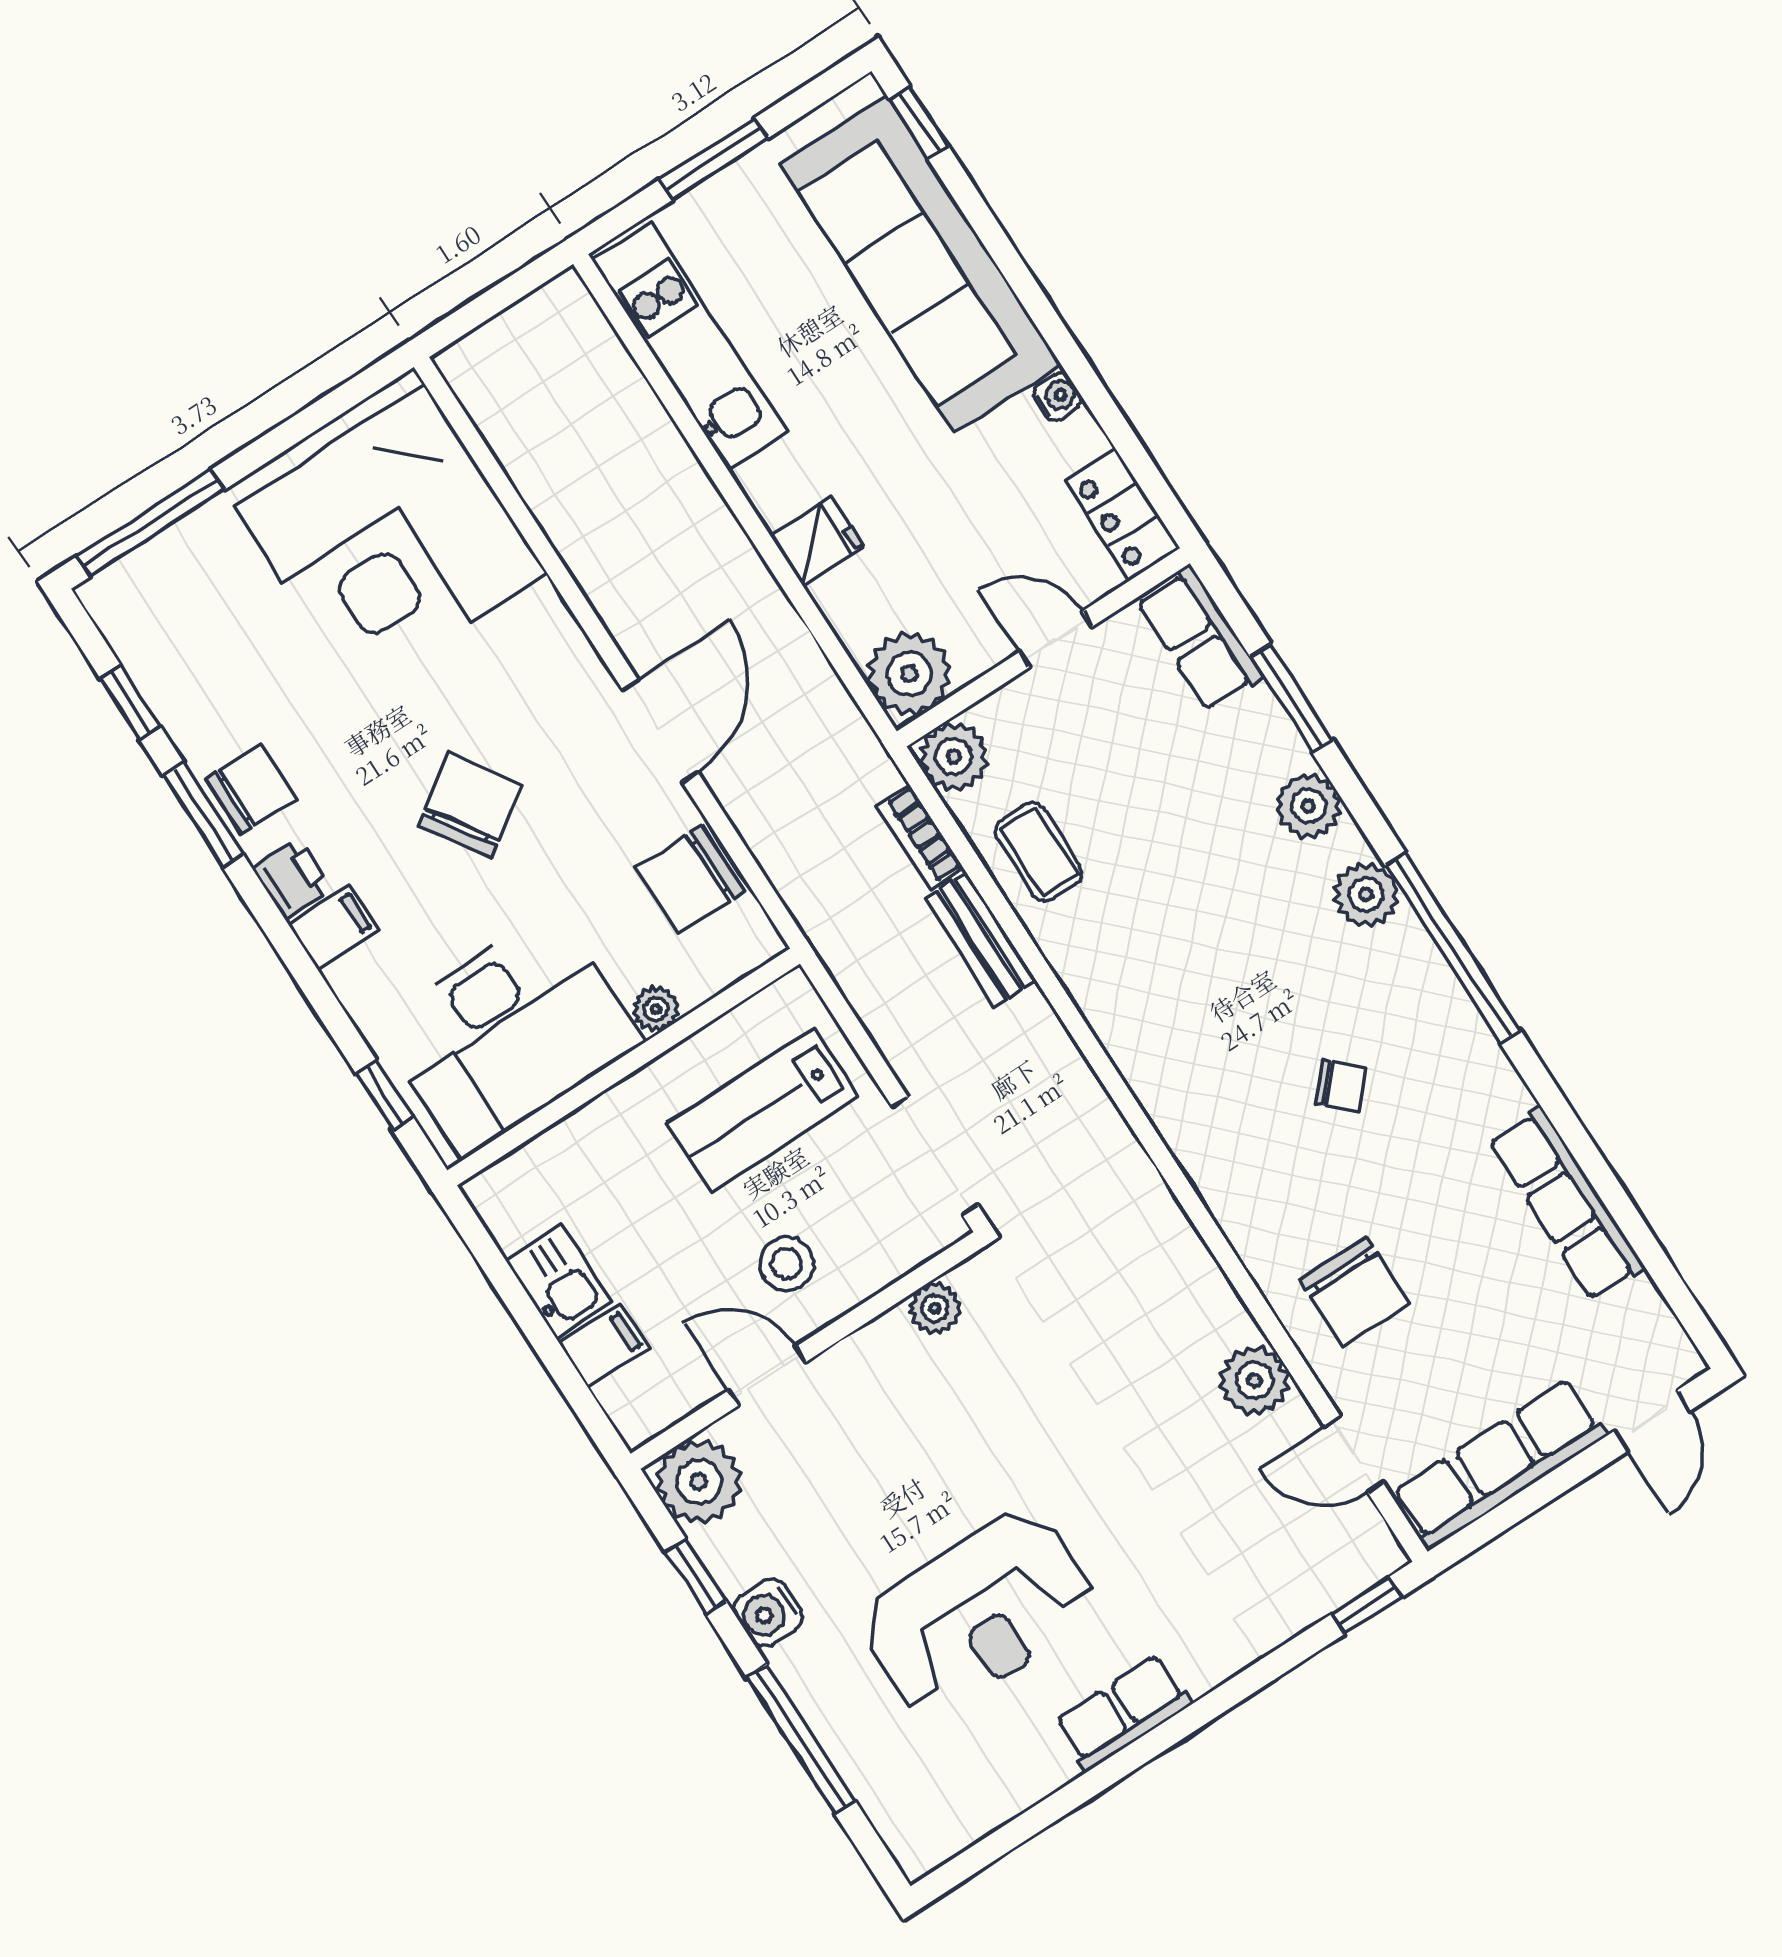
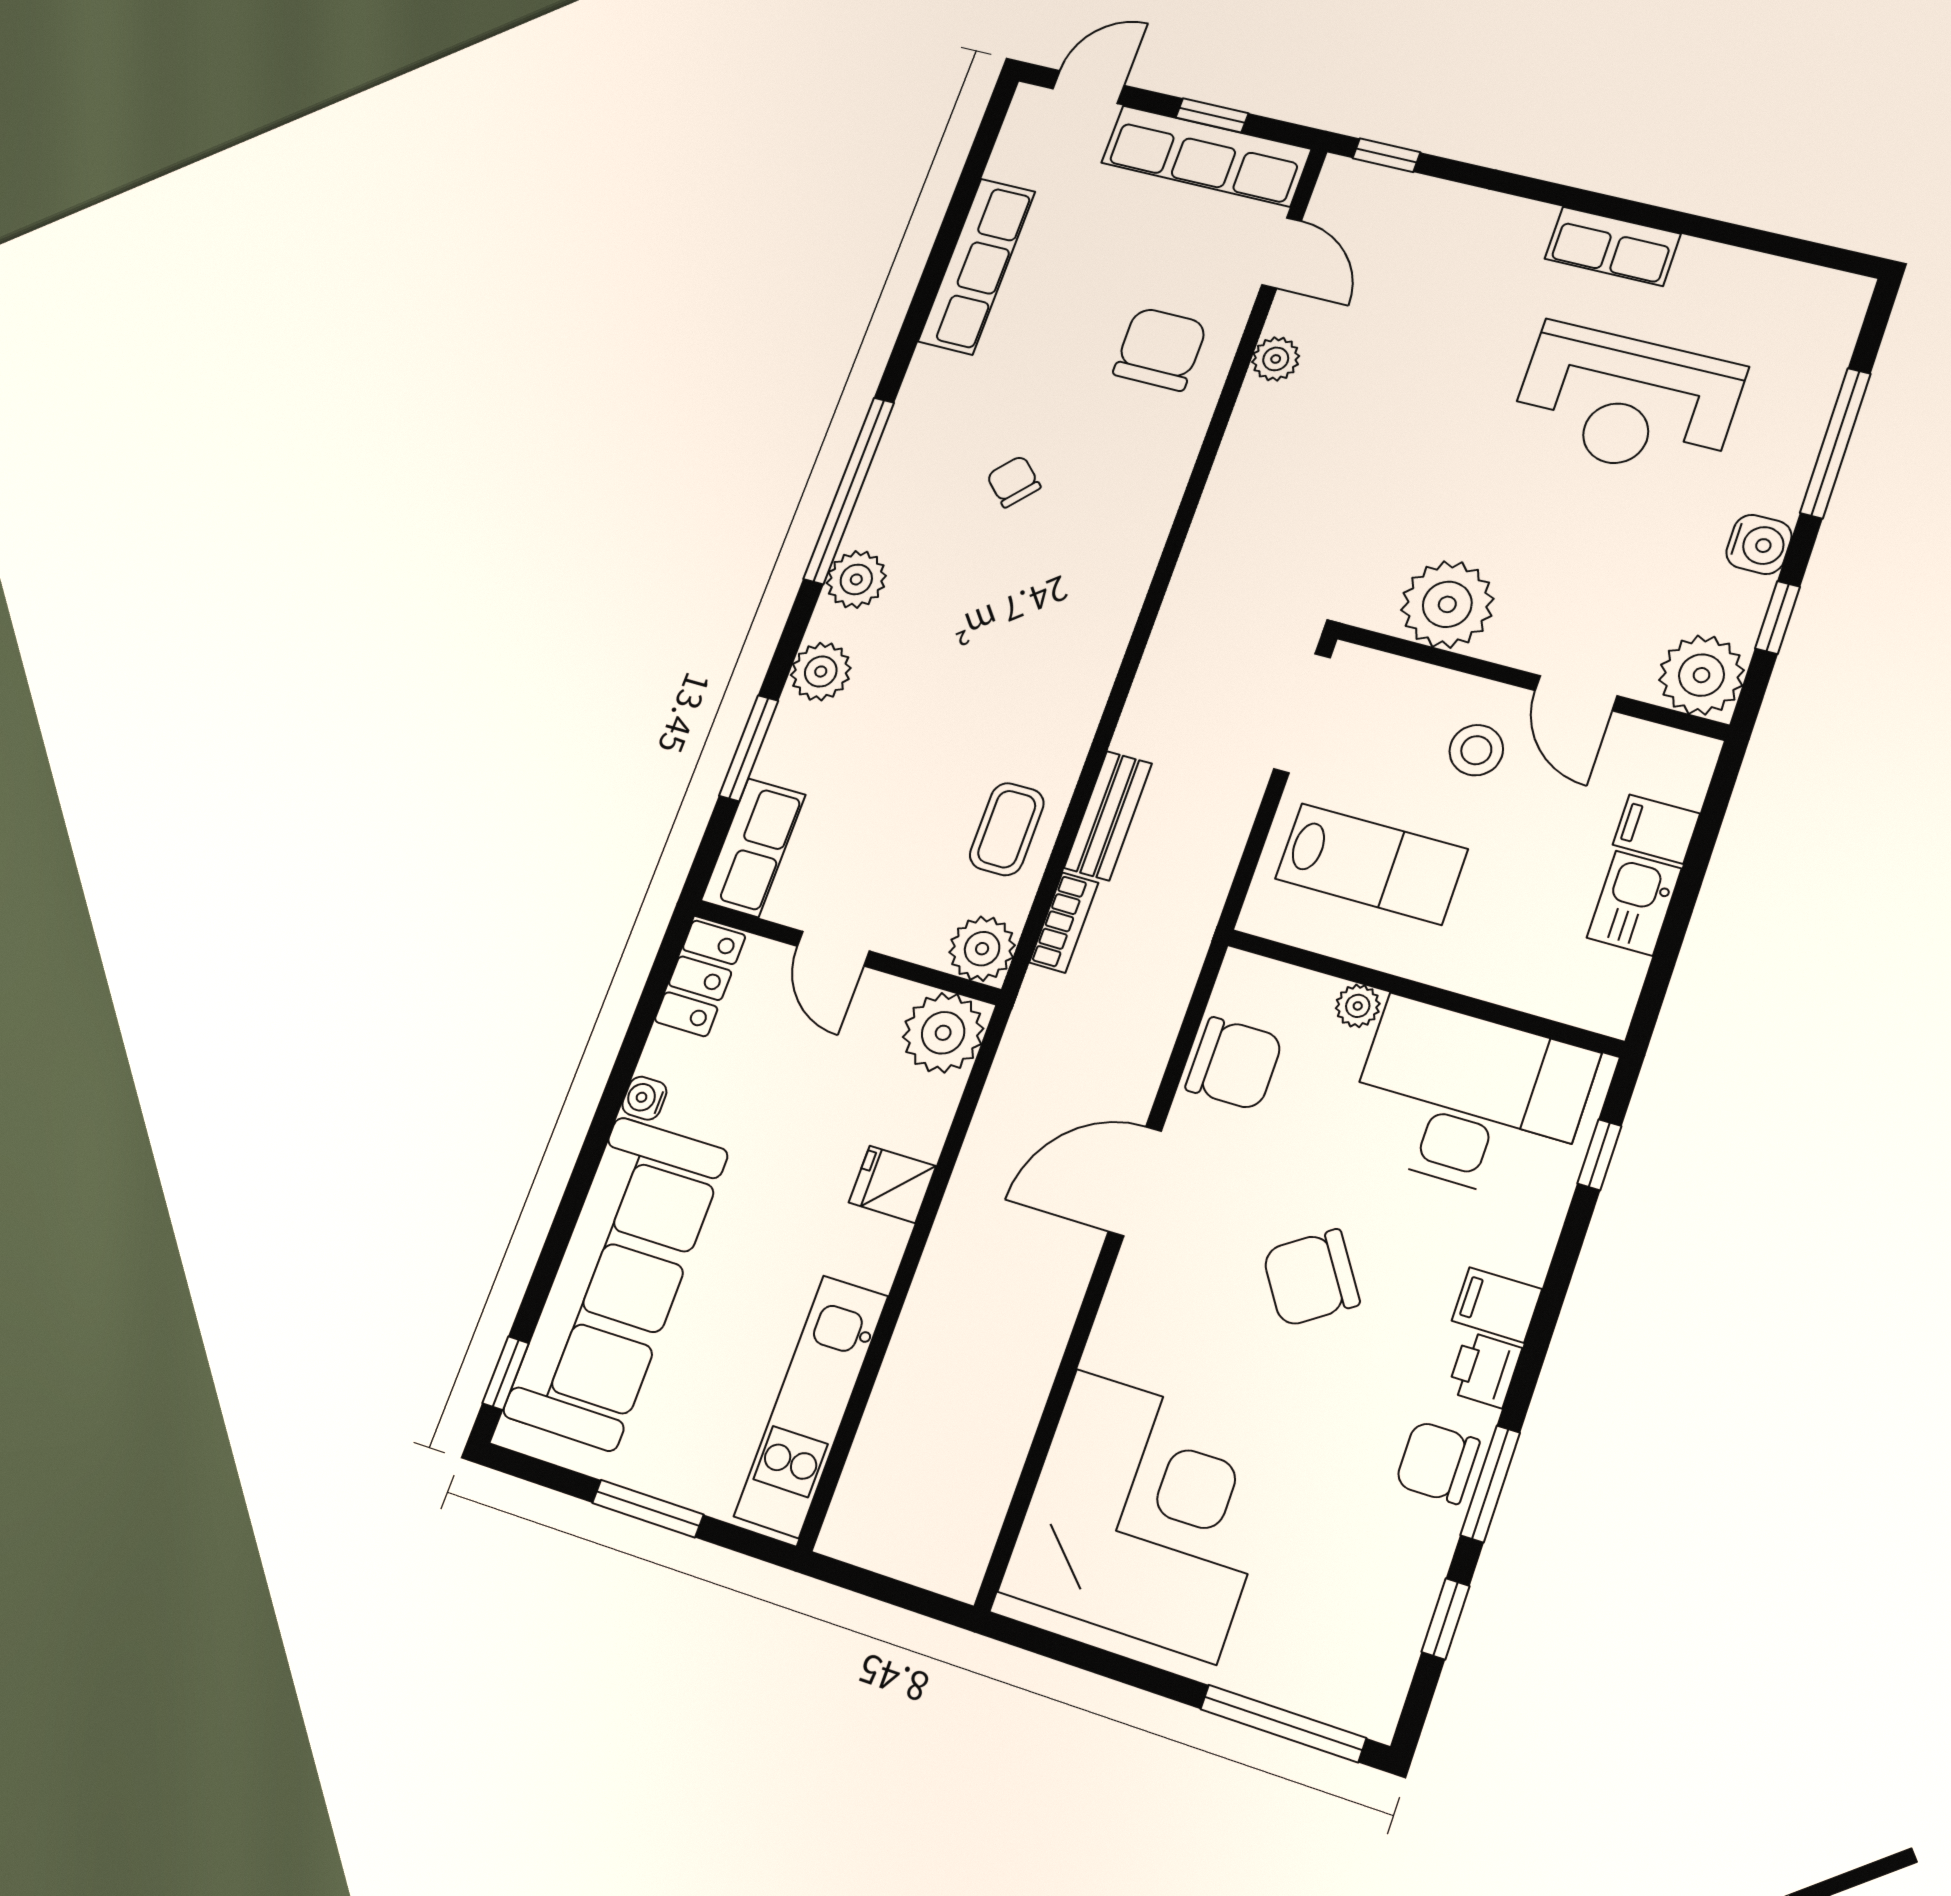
plant: (935, 1308) -> (1447, 604), width x1.87, depth x1.87
plant: (1254, 1381) -> (1276, 359), width x0.73, depth x0.73
window: (1533, 1498) -> (1212, 115), added
reception desk: (978, 1613) -> (1626, 402), turned 180

